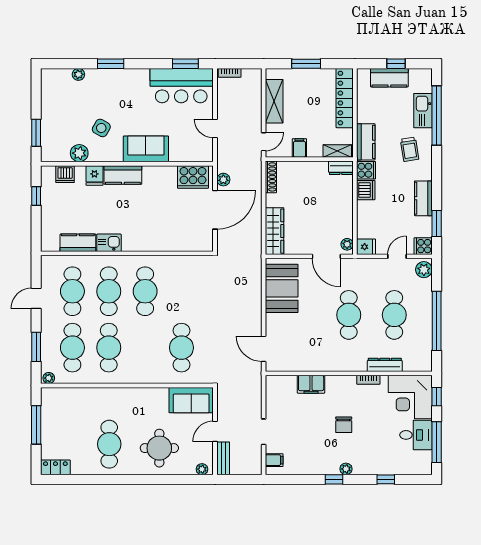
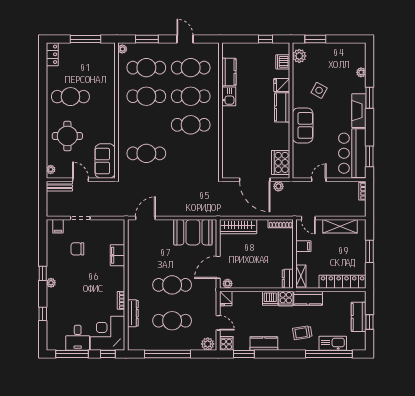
fireplace: (127, 77) -> (359, 111), added
plant: (79, 153) -> (299, 56), moved
chair: (344, 425) -> (77, 249), moved

